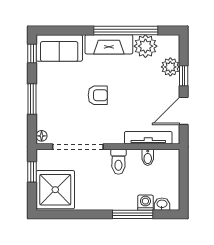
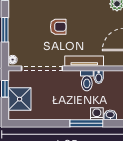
tv unit: (148, 138) -> (84, 61), moved
toilet: (118, 162) -> (87, 81), moved
shower: (55, 190) -> (20, 99), width x0.73, depth x0.73

